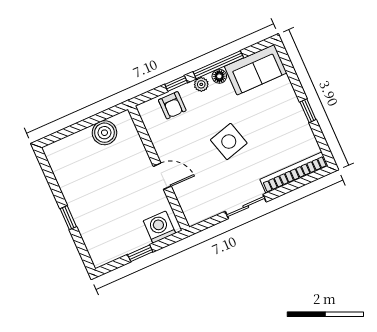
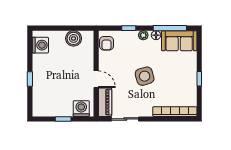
window: (218, 65) -> (170, 28), moved
armchair: (172, 105) -> (107, 43), moved
washing machine: (62, 163) -> (40, 45), added
piano: (189, 203) -> (105, 102), added
sliding door: (246, 207) -> (125, 119), moved

